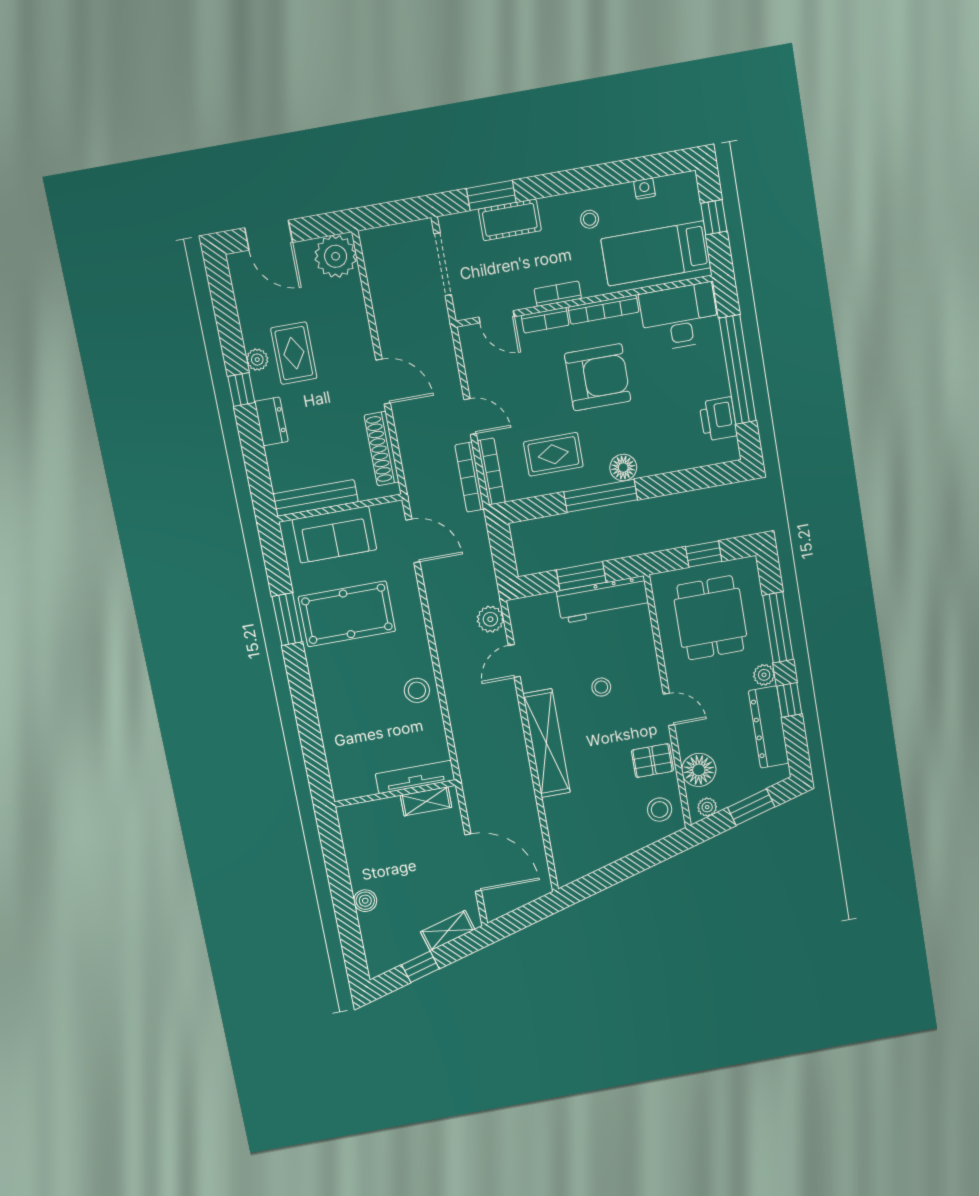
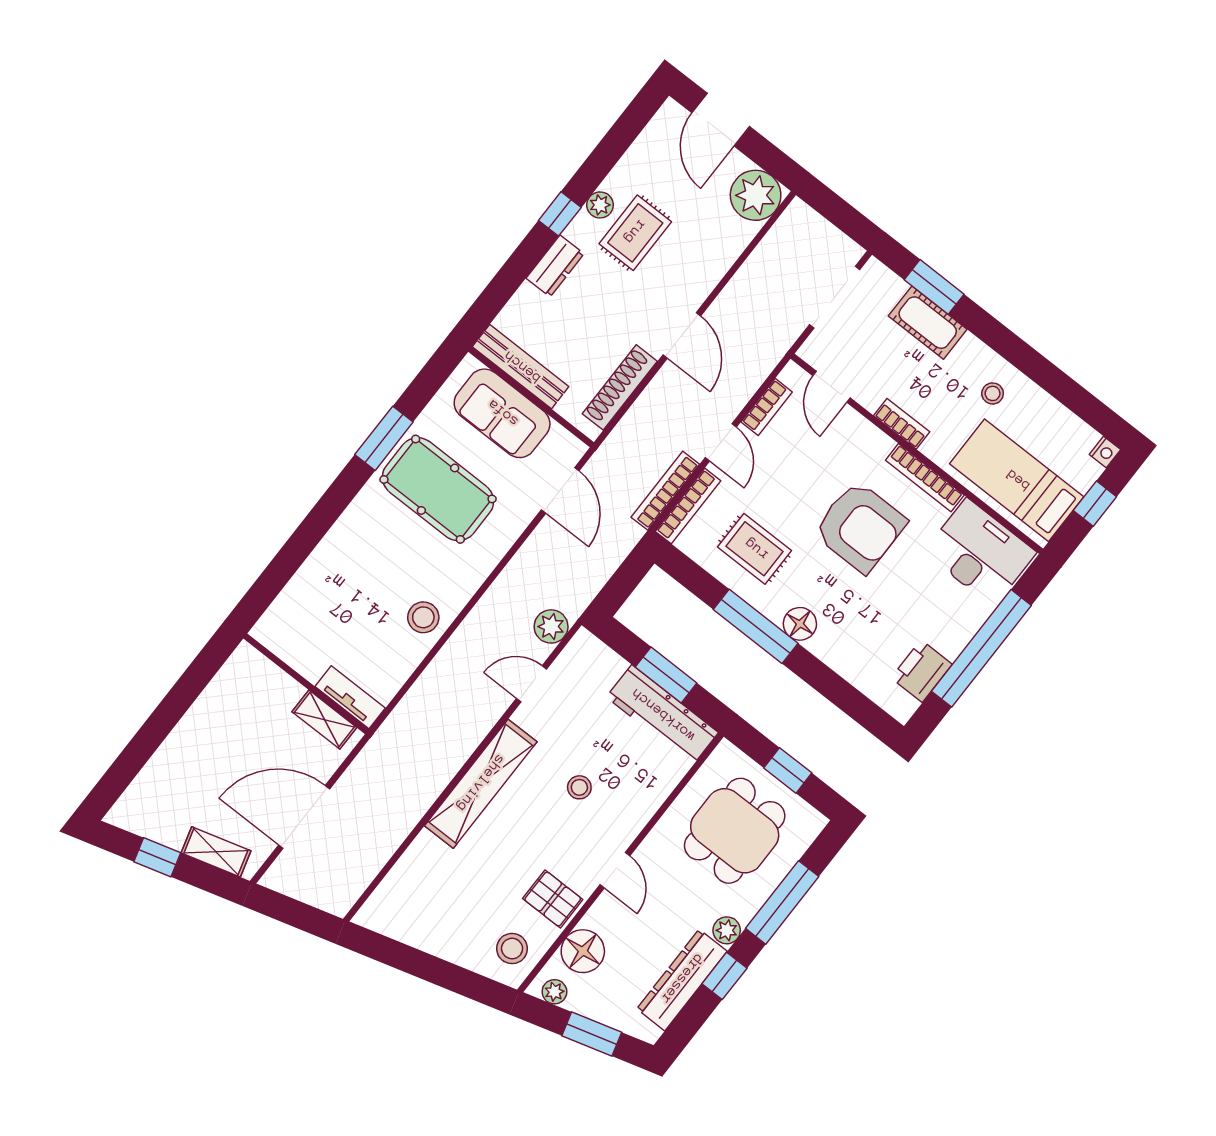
nightstand: (645, 189) -> (1105, 452), moved, turned 90
bookcase: (545, 320) -> (767, 407), moved, turned -90
tv unit: (415, 777) -> (350, 697), width x0.71
door: (473, 863) -> (304, 817), swing flipped
boiler: (365, 901) -> (177, 747), removed

